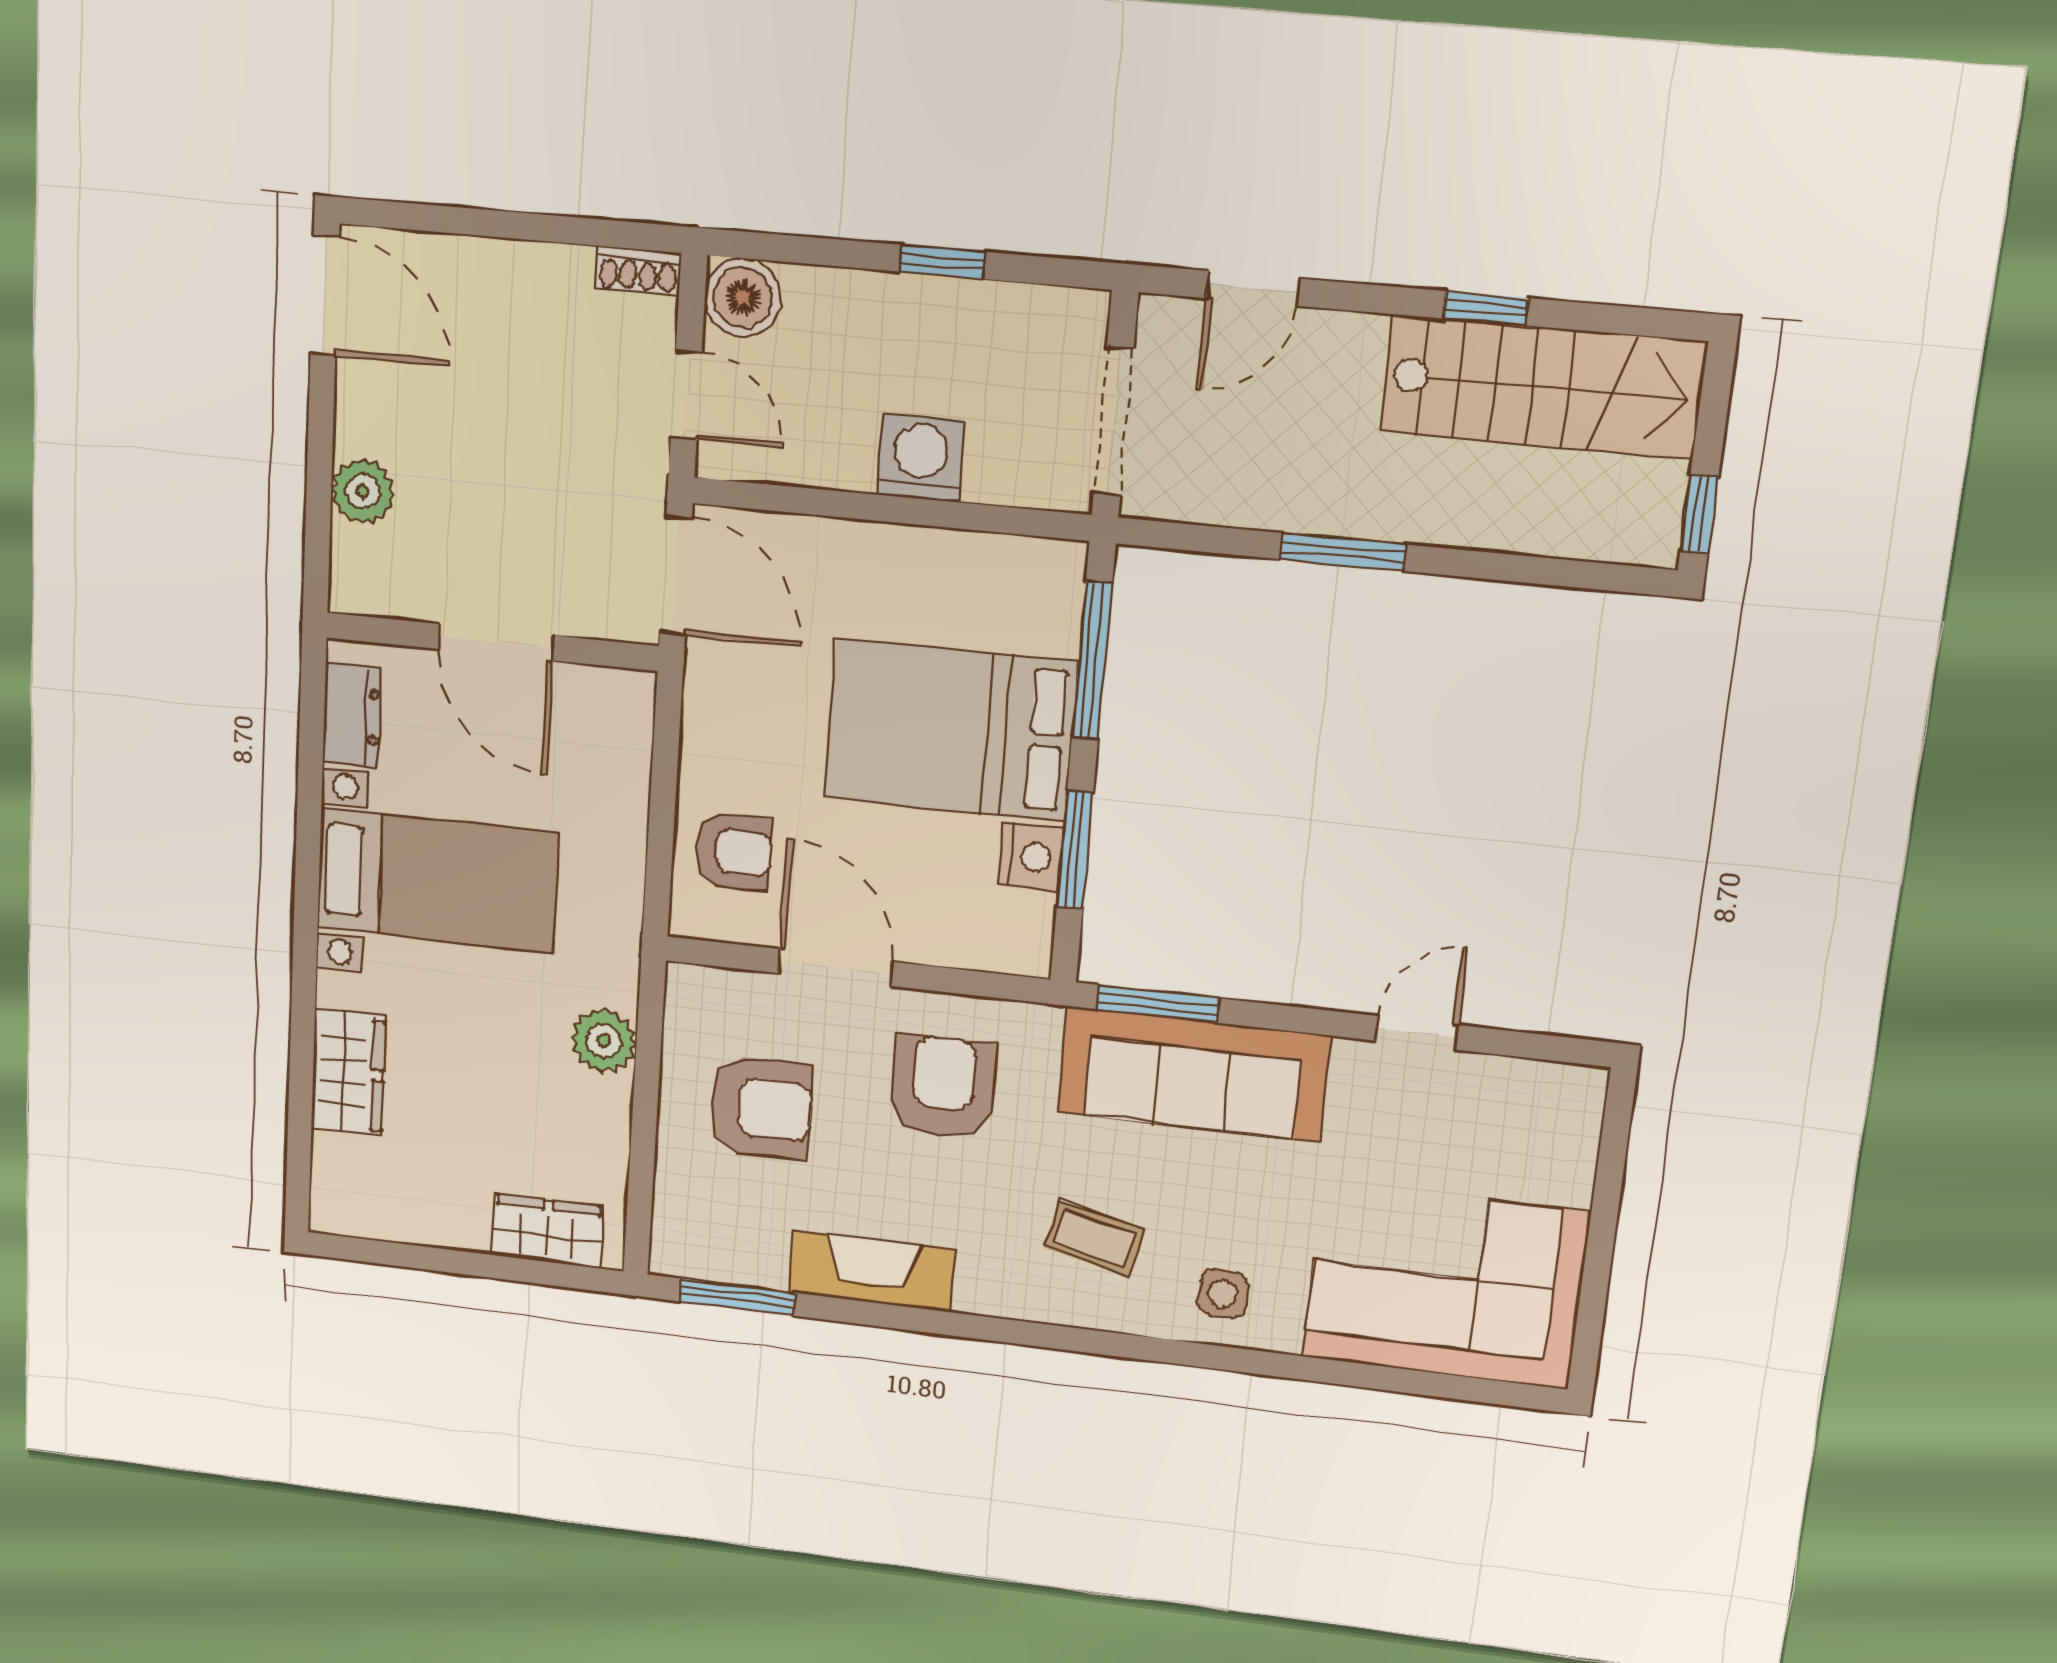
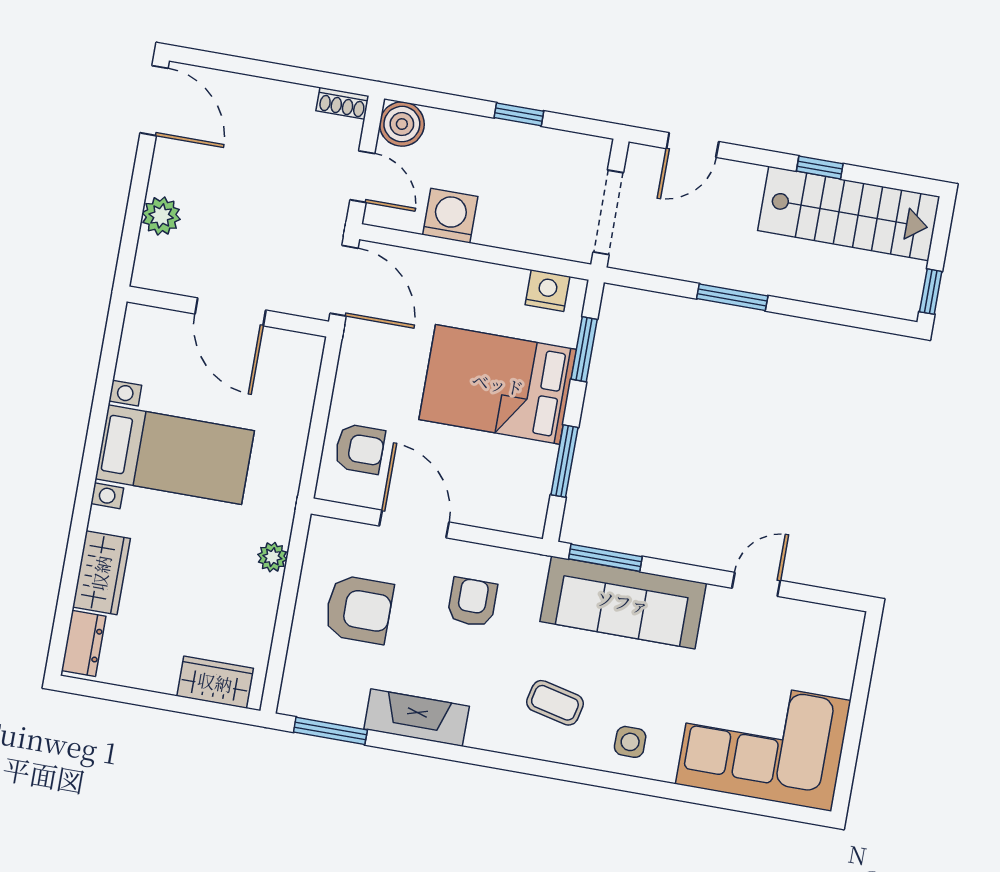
washing machine: (921, 458) -> (450, 216), moved
window: (1092, 661) -> (584, 349), width x0.69
dresser: (352, 716) -> (84, 643), moved
nightstand: (1031, 857) -> (547, 291), moved, turned -90
plant: (604, 1041) -> (272, 557), width x0.73, depth x0.73
armchair: (943, 1087) -> (472, 602), width x0.72, depth x0.72

